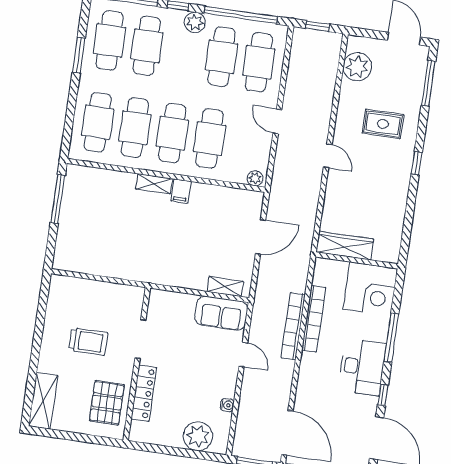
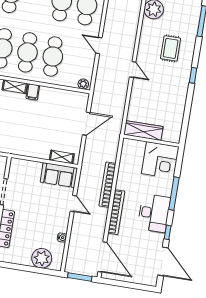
rug: (383, 124) -> (171, 48), turned 90
bookcase: (314, 319) -> (116, 212), moved

